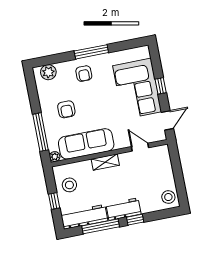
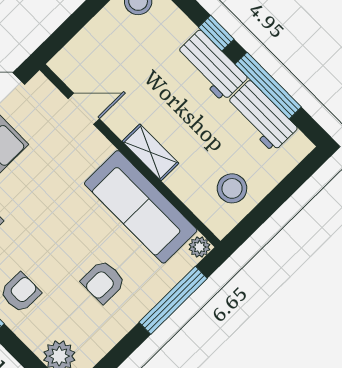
armchair: (66, 109) -> (103, 282), turned 180
door: (140, 147) -> (84, 109), swing flipped
window: (54, 201) -> (278, 196), removed
workbench: (84, 217) -> (261, 116), width x0.73

